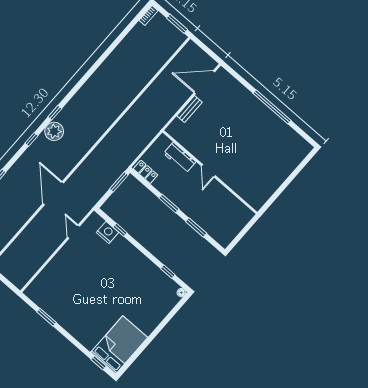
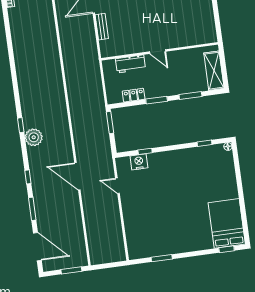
window: (31, 139) -> (28, 177), moved
locker: (146, 172) -> (134, 95), moved
shelving: (232, 229) -> (214, 71), added

